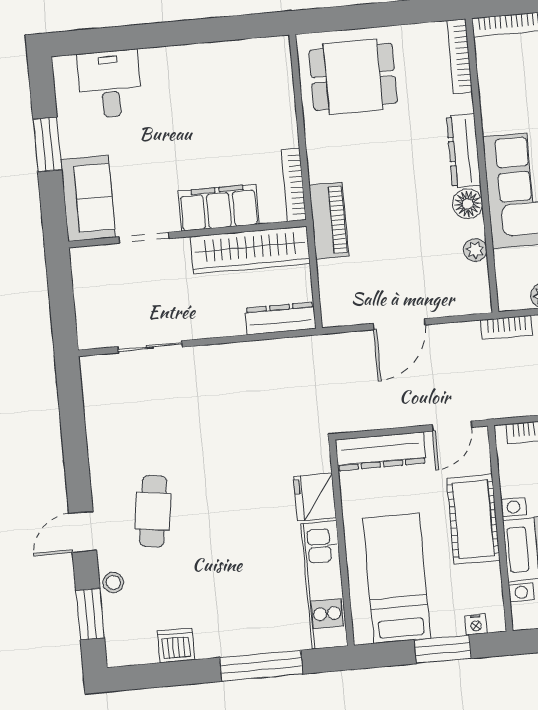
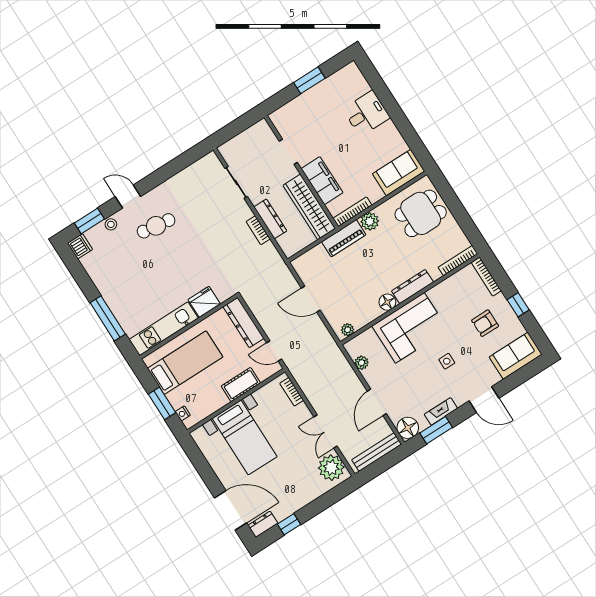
dining table: (353, 77) -> (421, 213), turned 90
desk: (110, 84) -> (366, 113), moved
plant: (324, 165) -> (370, 221), added
sofa: (88, 198) -> (399, 173), moved, turned 180
plant: (475, 250) -> (348, 330), moved
dresser: (280, 318) -> (270, 219), moved
bookcase: (507, 327) -> (258, 230), moved
cot: (473, 519) -> (241, 385), width x0.73, depth x0.75
dishwasher: (176, 645) -> (80, 246), moved

